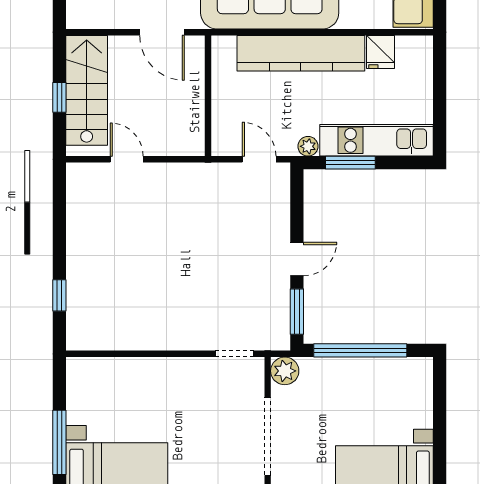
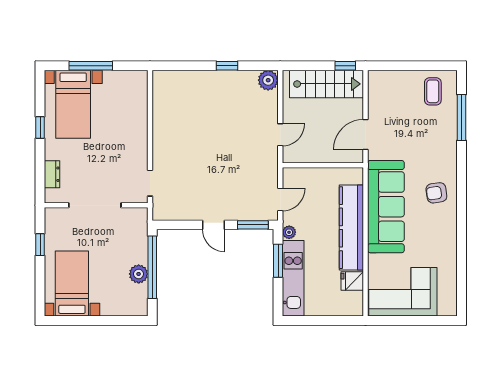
window: (59, 97) -> (345, 66), moved
door: (127, 159) -> (280, 135), moved
plant: (81, 178) -> (268, 80), added
window: (59, 295) -> (227, 66), moved
window: (297, 312) -> (253, 225), moved
plant: (285, 371) -> (139, 274), moved

